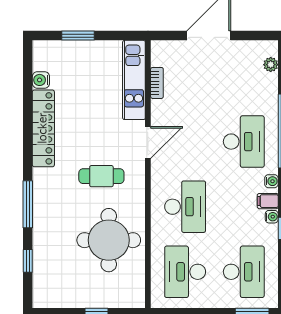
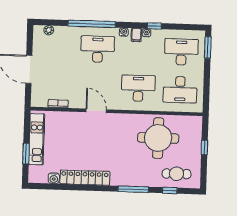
kitchen unit: (134, 80) -> (37, 139), moved, turned -90
cafe table: (101, 176) -> (177, 174), moved, turned 90

